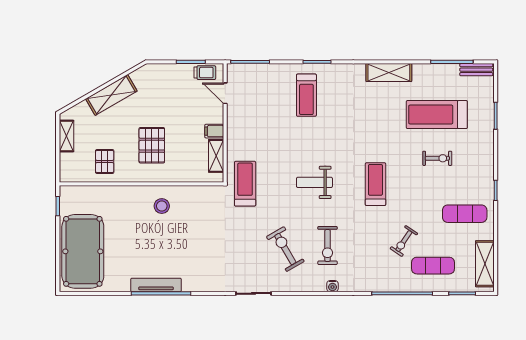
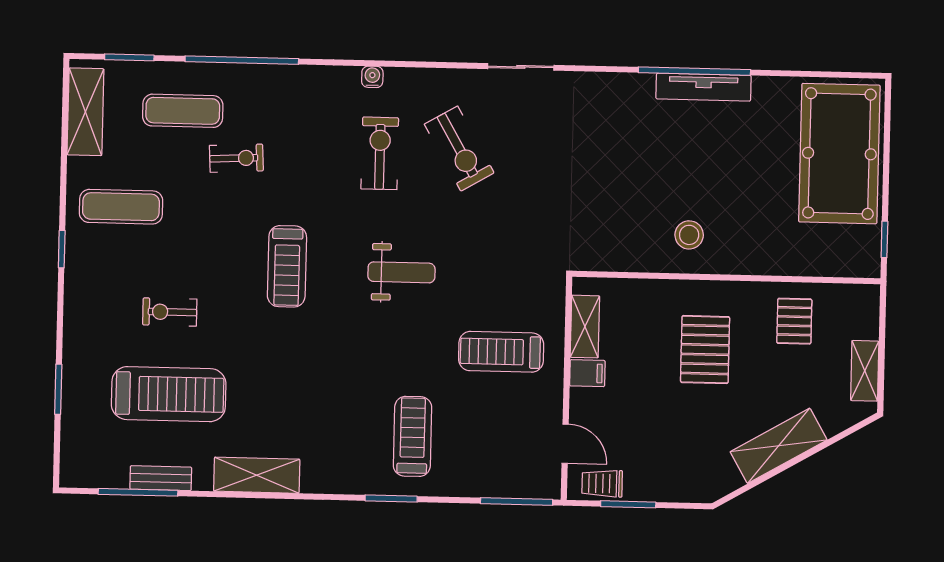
bench: (476, 70) -> (161, 478), moved
treadmill: (245, 184) -> (501, 352), moved, turned 90
exercise bike: (404, 241) -> (236, 158), turned 53

